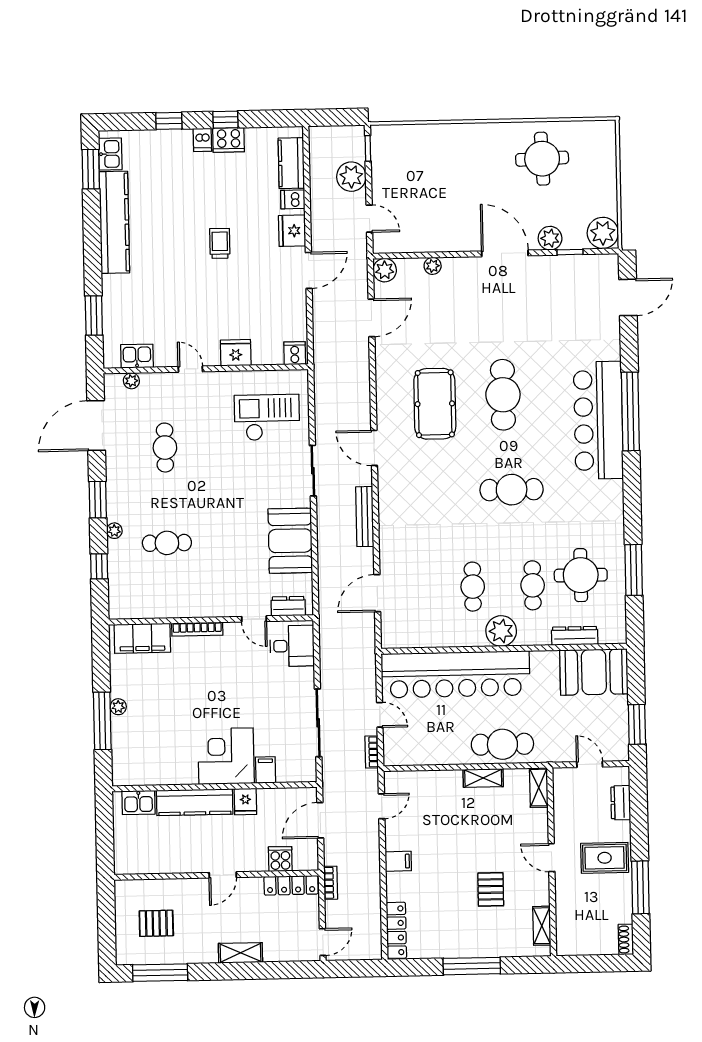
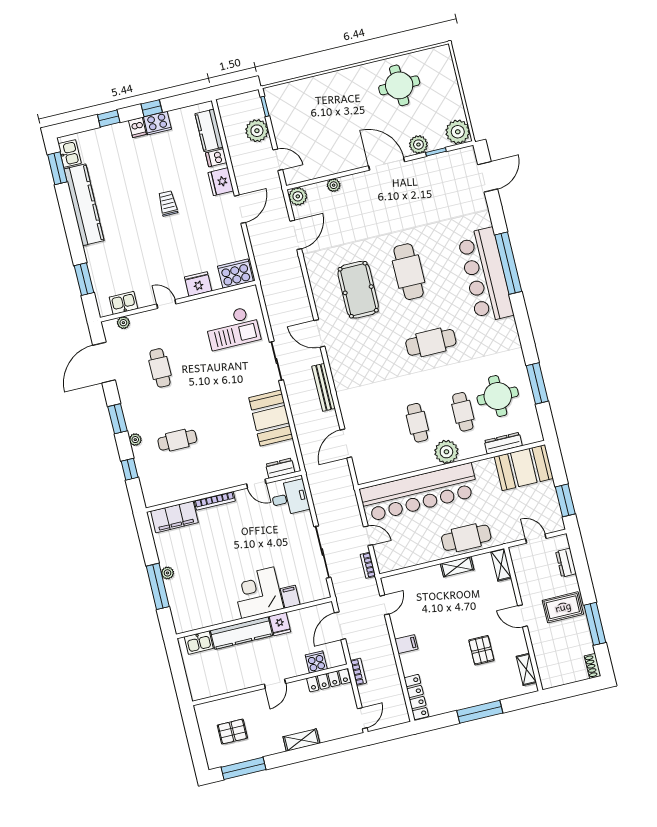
cooker: (295, 353) -> (235, 274), width x1.87, depth x1.31
checkout: (267, 418) -> (233, 328), turned 180

